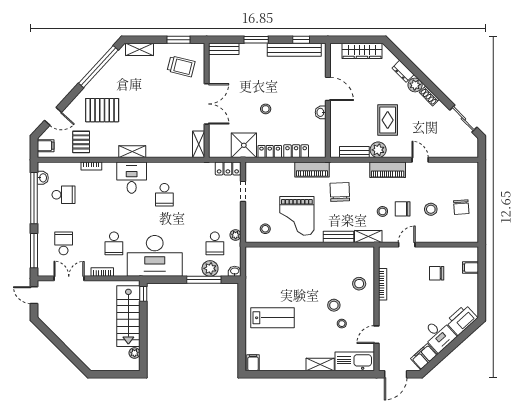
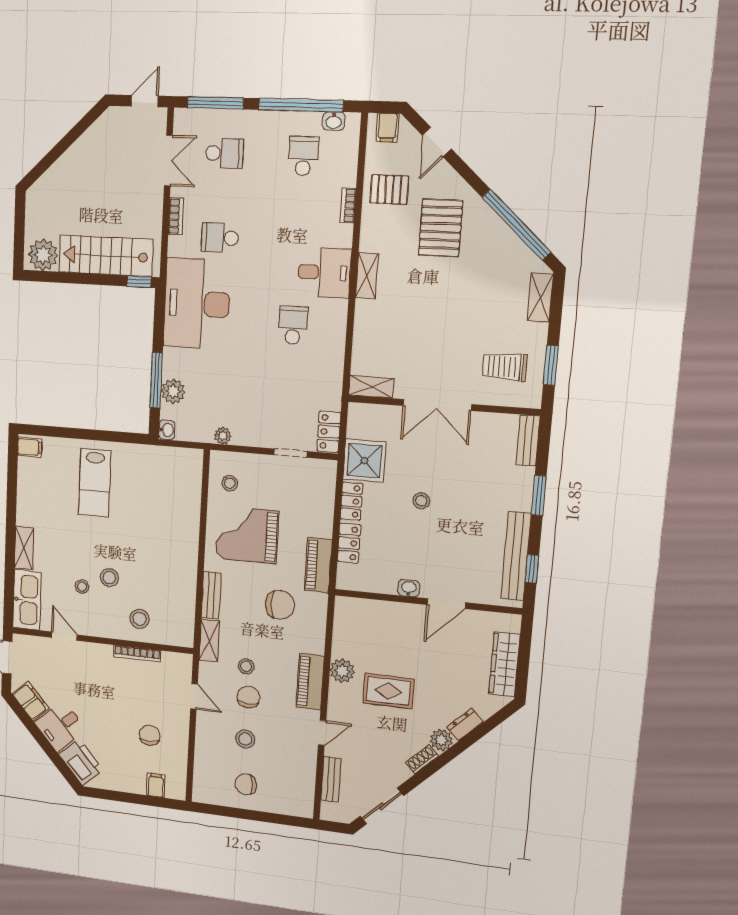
trolley: (181, 66) -> (505, 367), turned 76
bench: (354, 152) -> (331, 779), moved
school desk: (64, 195) -> (303, 156), turned 180
school desk: (164, 195) -> (293, 325), turned 90
school desk: (215, 243) -> (211, 402), removed
plant: (135, 353) -> (43, 255), width x1.87, depth x1.87

